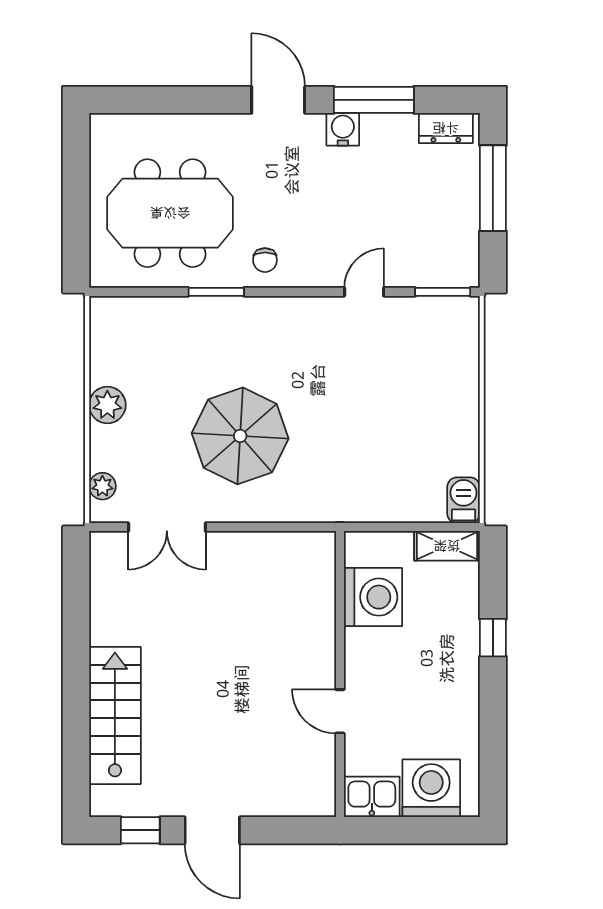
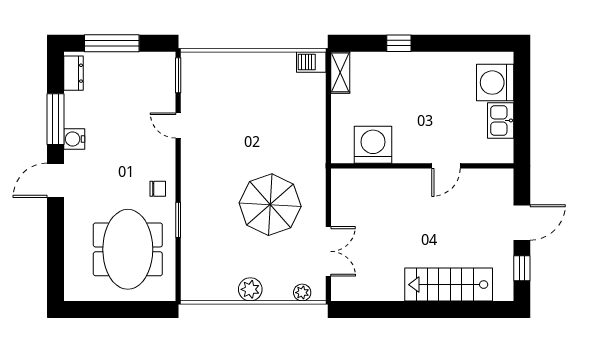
washing machine: (373, 597) -> (373, 145), moved
wall: (340, 674) -> (422, 166), moved
door: (340, 711) -> (446, 166), moved

